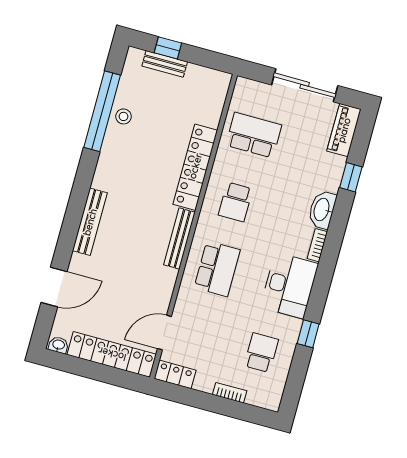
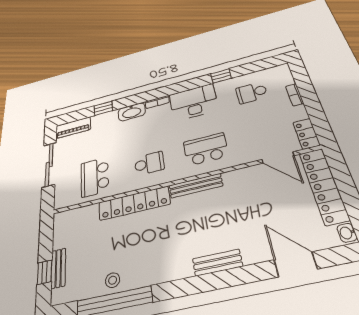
bench: (90, 222) -> (217, 263), width x0.73

